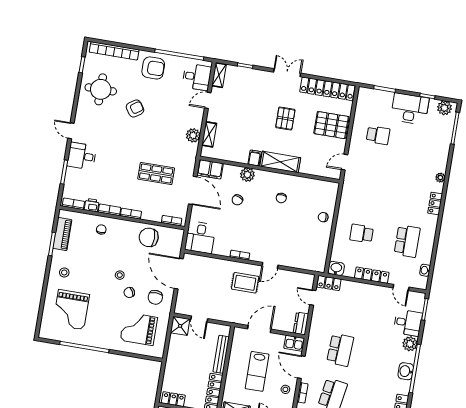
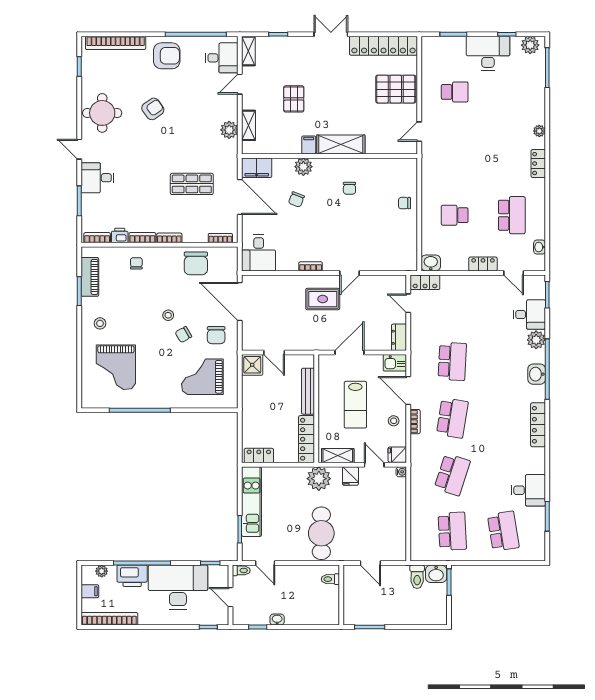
round table: (101, 89) -> (102, 113), moved
pallet: (285, 118) -> (294, 99), moved
chair: (149, 237) -> (196, 263), turned -90
locker: (372, 275) -> (483, 264), width x0.66

